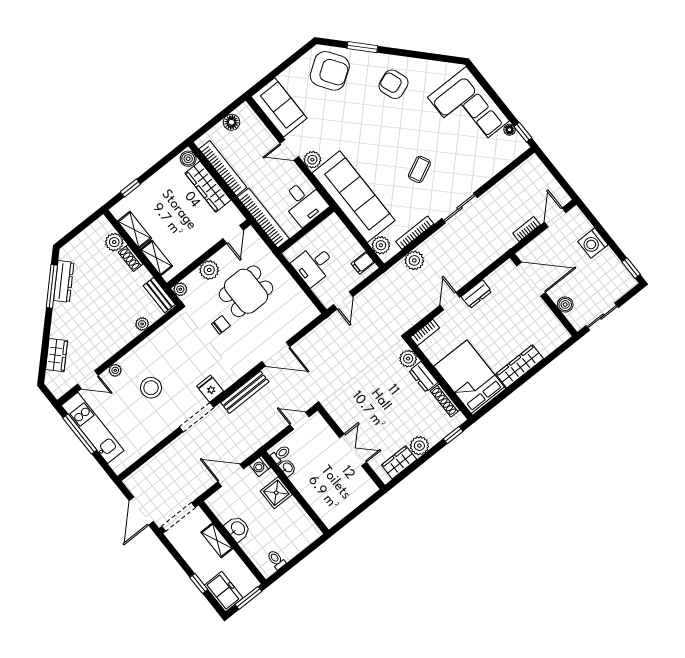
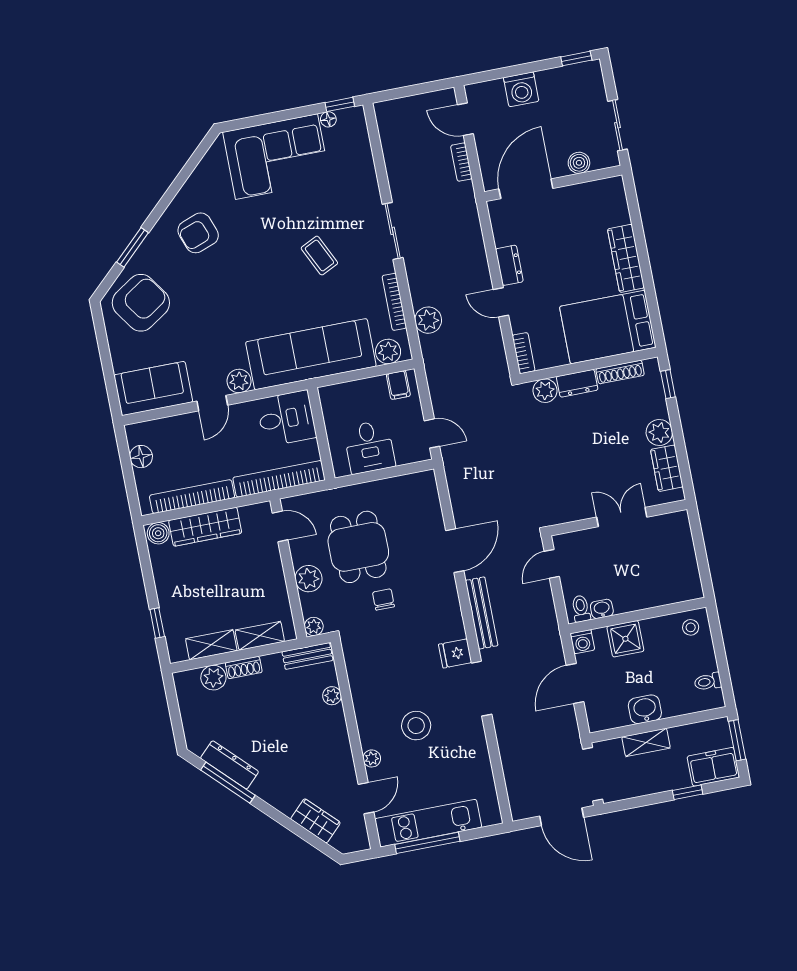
stool: (305, 531) -> (691, 627), added

